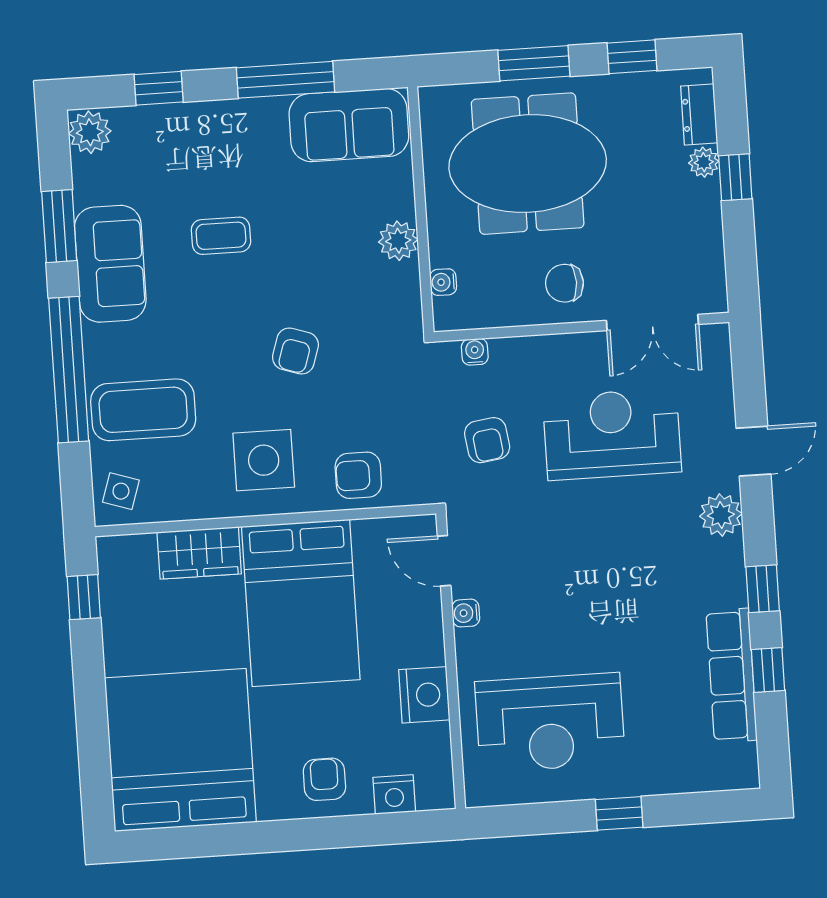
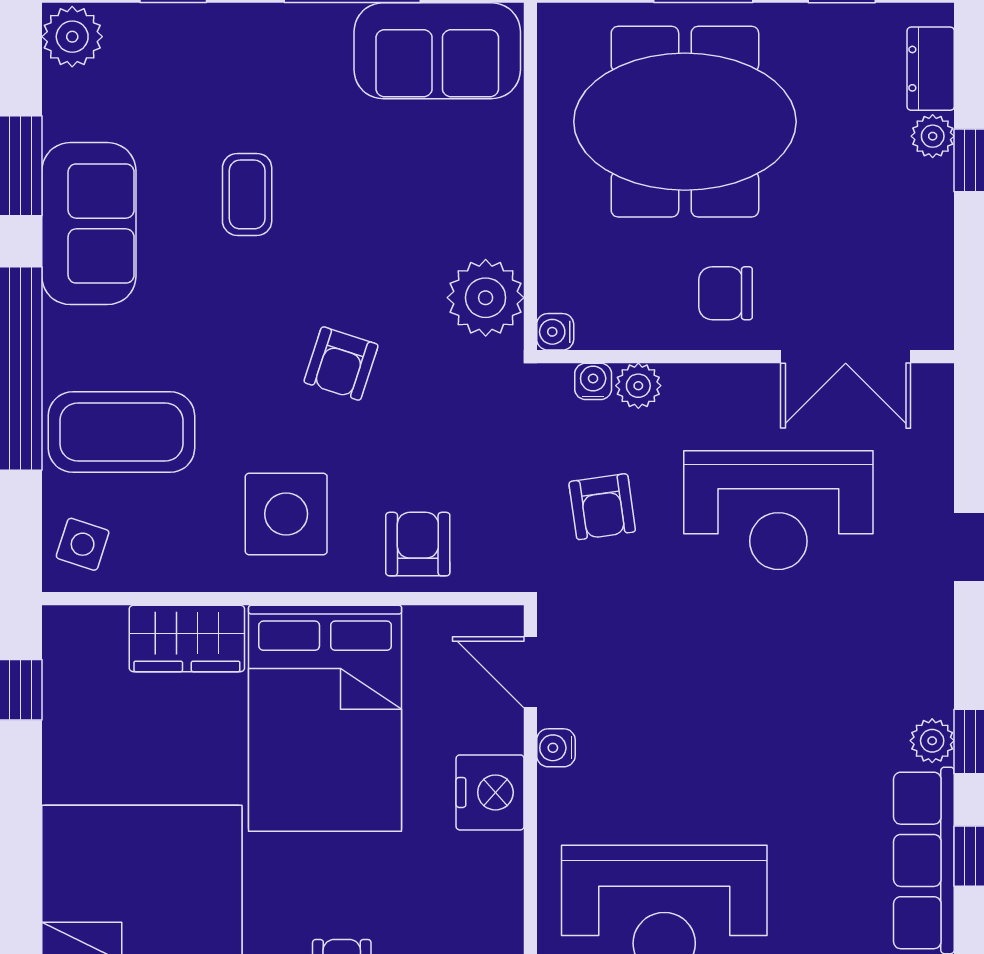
coffee table: (221, 236) -> (247, 194), turned 90
plant: (398, 241) -> (486, 298), moved, width x1.36, depth x1.36
water cooler: (443, 282) -> (555, 332), moved
plant: (507, 353) -> (638, 386), added
reception desk: (612, 434) -> (778, 510), turned 180
armchair: (358, 475) -> (418, 544), turned 90
plant: (721, 515) -> (932, 741), moved, width x0.73, depth x0.73
nightstand: (424, 695) -> (490, 792), moved

